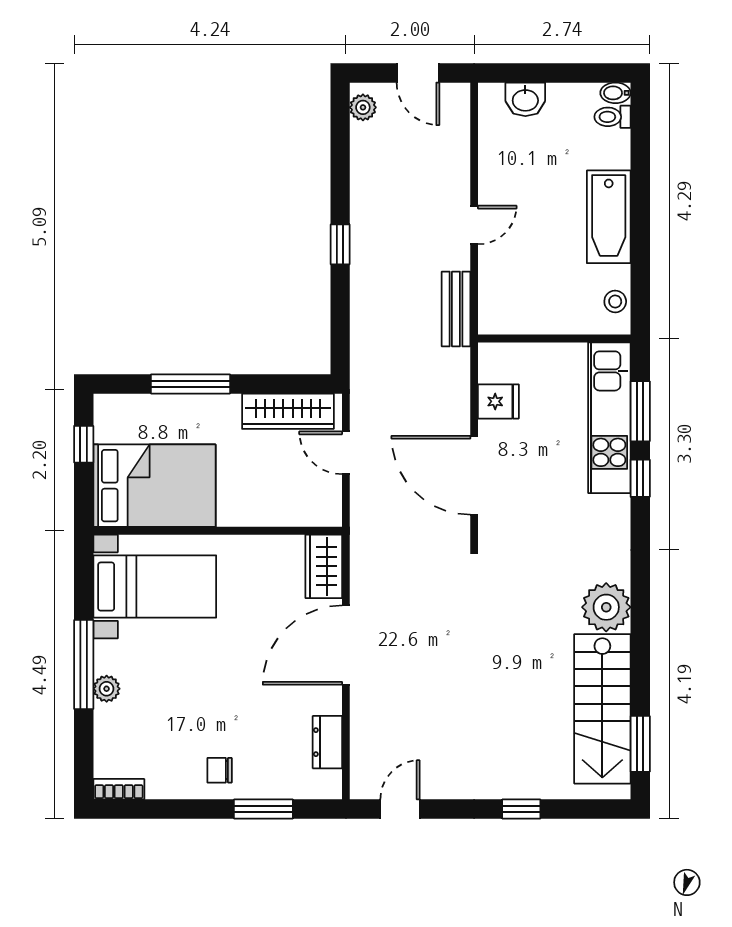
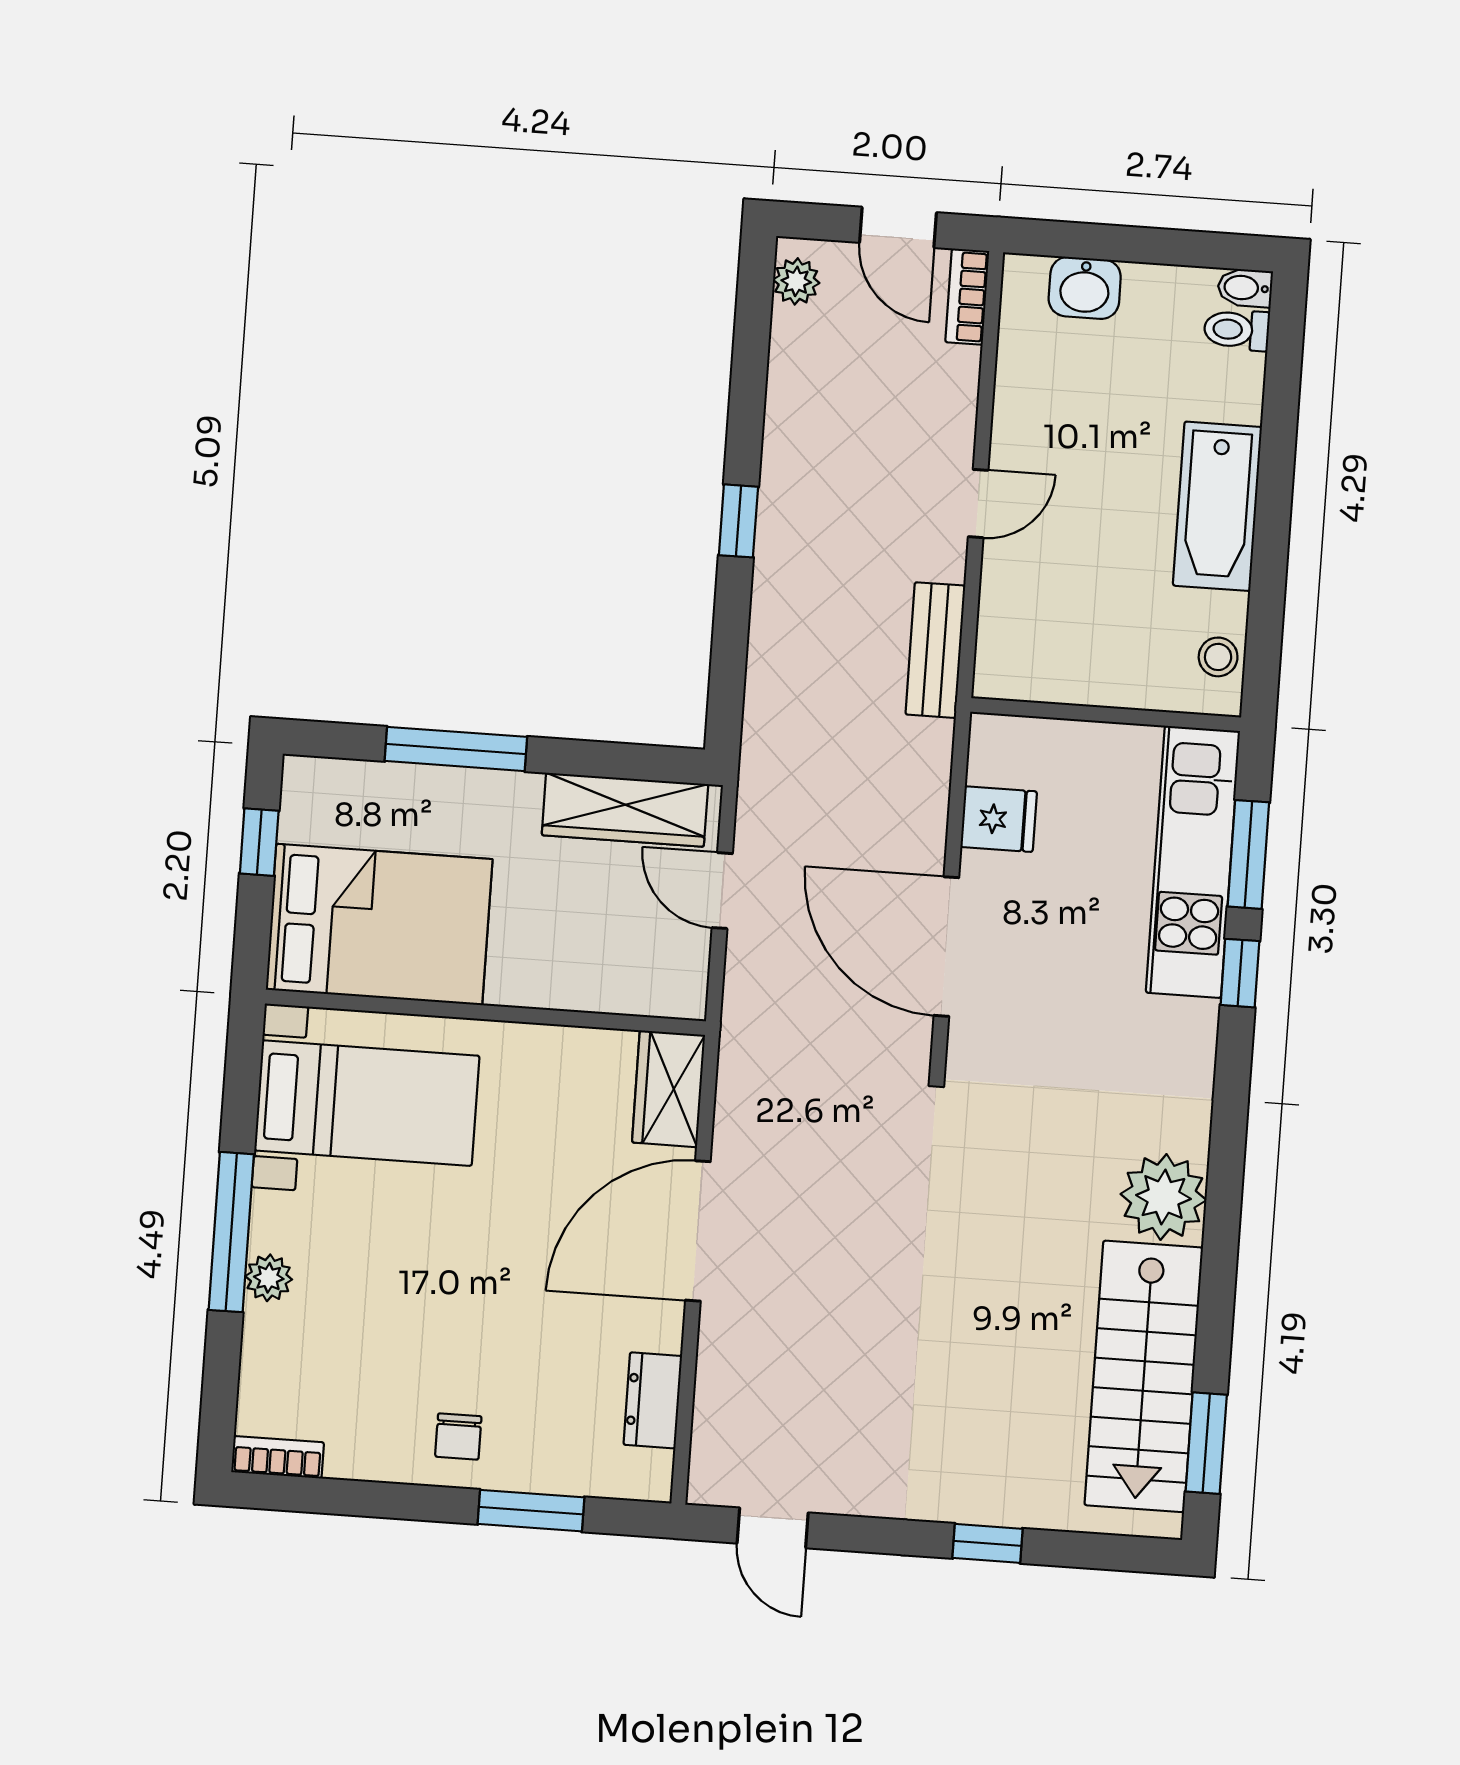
bookcase: (460, 109) -> (967, 297), added
chair: (220, 770) -> (458, 1437), turned -90
door: (400, 809) -> (773, 1528), swing flipped

